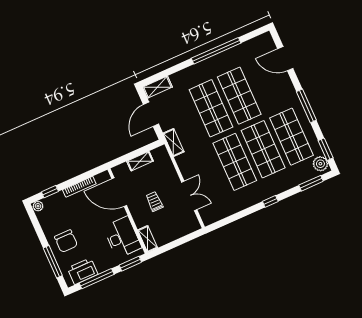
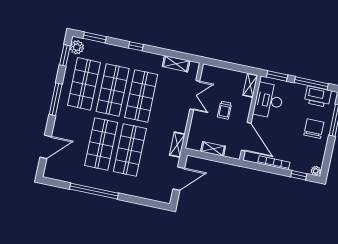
door: (285, 59) -> (46, 147), hinge flipped
shelving: (157, 87) -> (176, 64), moved
double door: (189, 196) -> (195, 95), swing flipped

